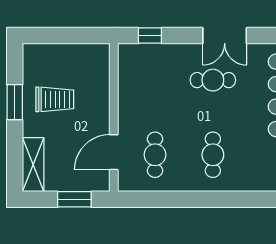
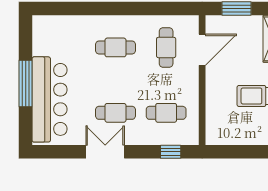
cafe table: (155, 80) -> (166, 113), added
cafe table: (213, 155) -> (116, 47), turned 90

